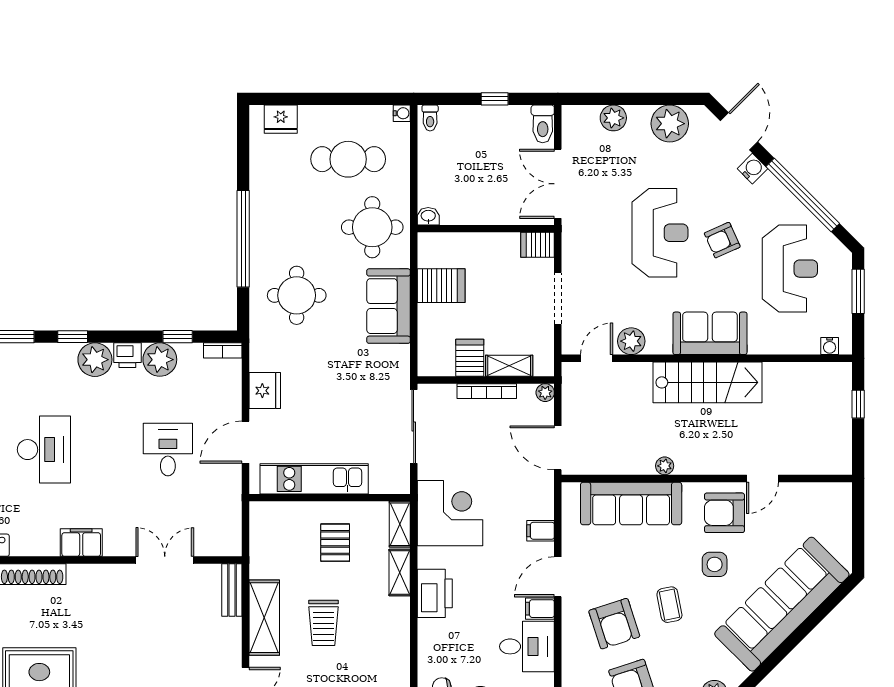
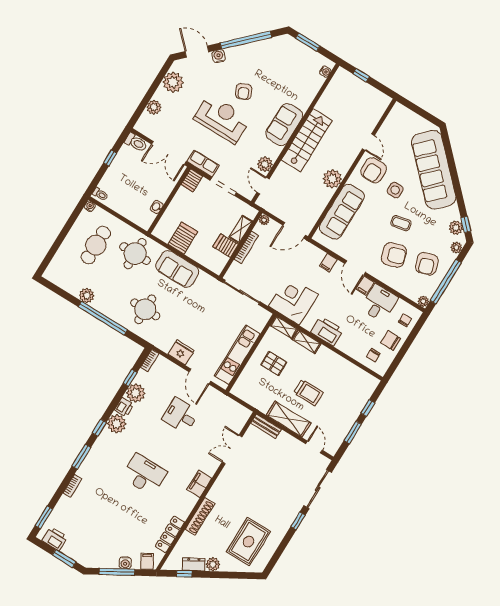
fridge: (281, 119) -> (57, 265), removed
plant: (263, 193) -> (87, 296), added
washbasin: (428, 216) -> (157, 207), moved
row of seats: (574, 246) -> (203, 163), added
reception desk: (790, 269) -> (277, 68), removed
plant: (665, 466) -> (332, 179), width x1.87, depth x1.87

